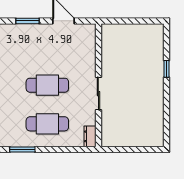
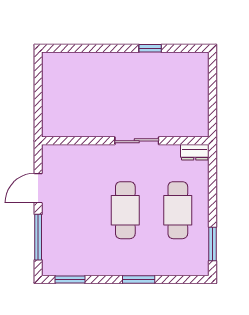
window: (27, 21) -> (38, 237), width x1.44
window: (167, 69) -> (150, 48), moved

